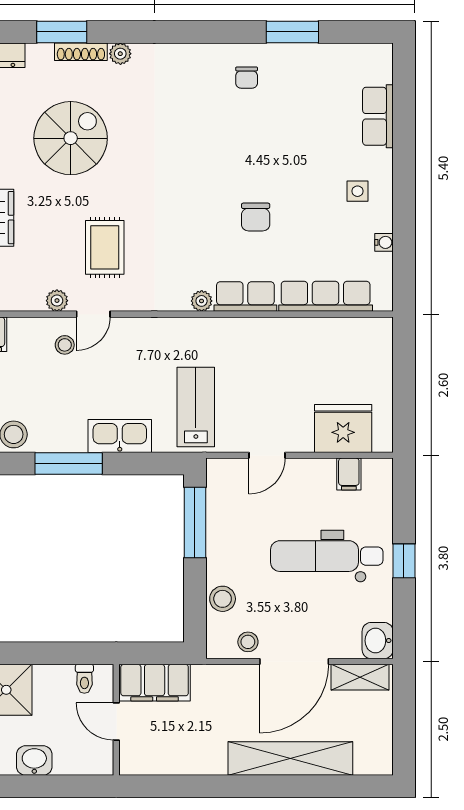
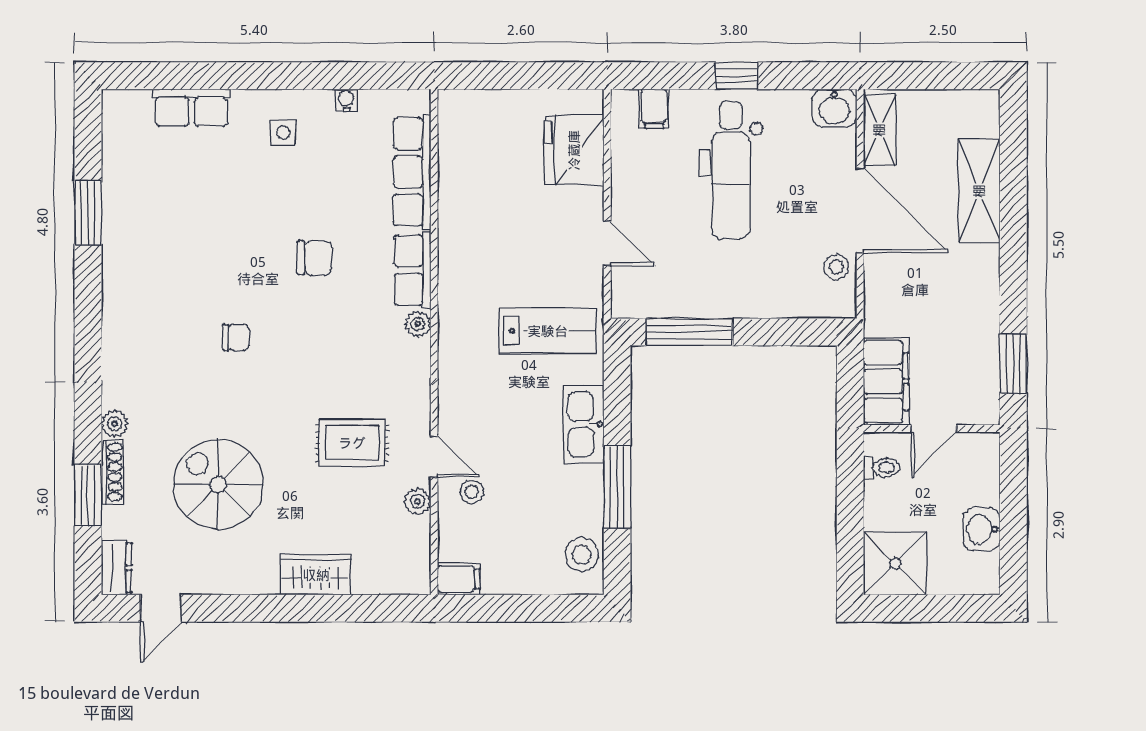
chair: (247, 78) -> (236, 338), moved
lab bench: (196, 407) -> (548, 331), turned 180
filing cabinet: (349, 474) -> (654, 109), moved, turned 90
stool: (223, 599) -> (783, 298), removed
shelving: (290, 759) -> (979, 191), width x0.68
window: (169, 786) -> (1013, 364), added

